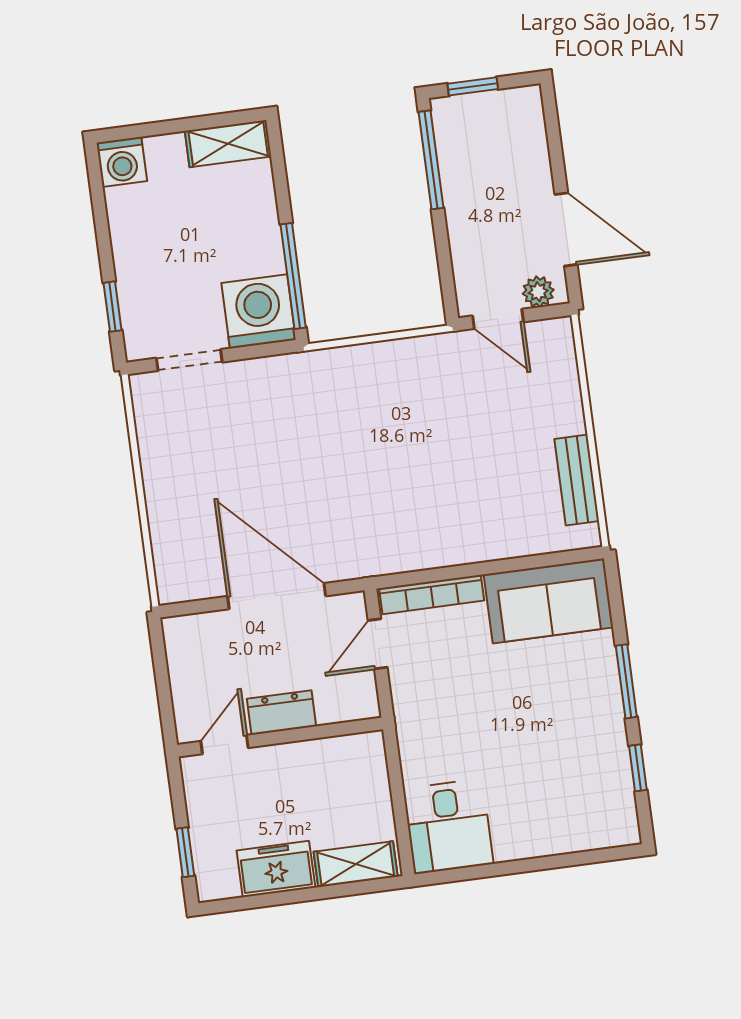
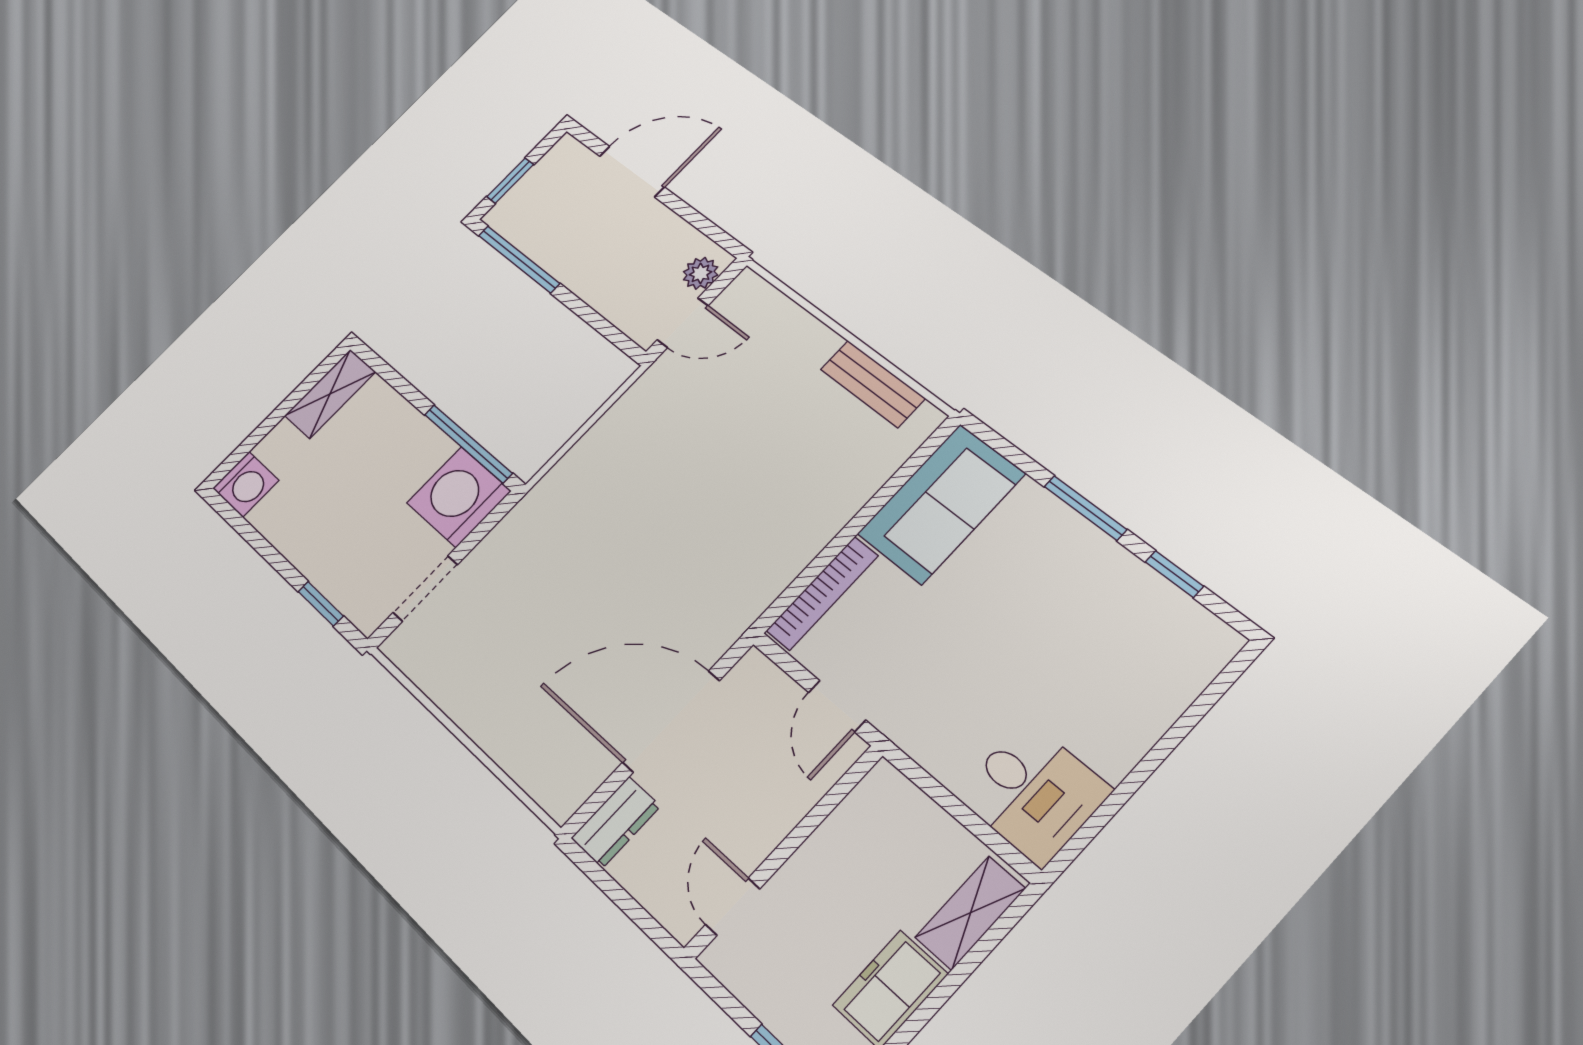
door: (566, 229) -> (632, 171), moved
door: (378, 644) -> (837, 706), moved
dresser: (281, 713) -> (616, 822), moved, turned 180

